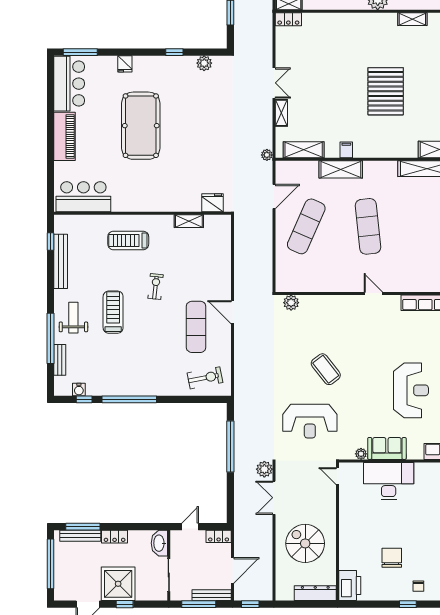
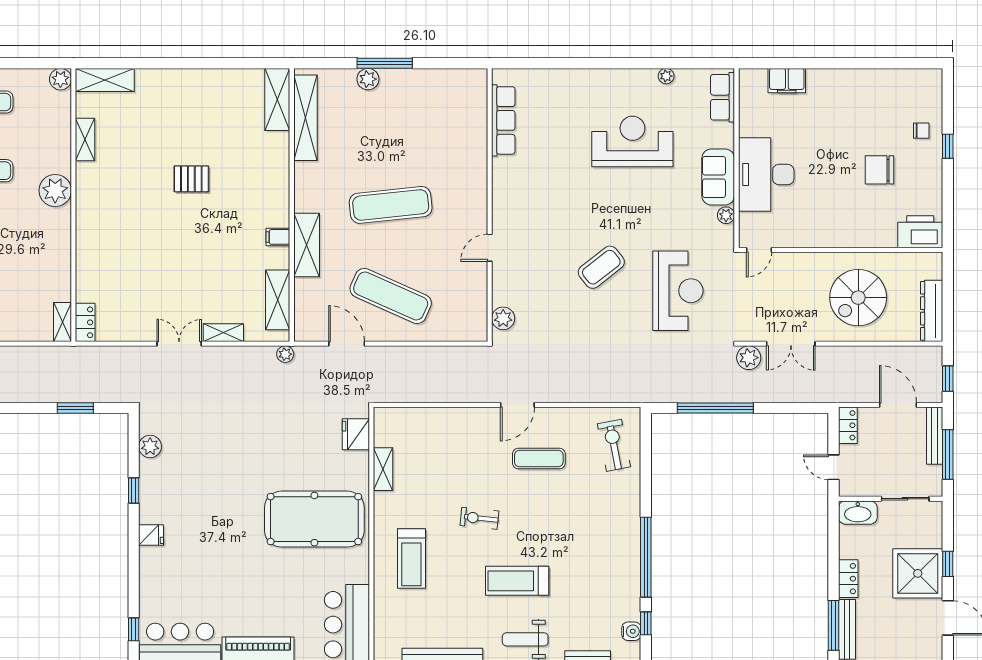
window: (80, 52) -> (134, 629), width x0.46
fridge: (125, 64) -> (151, 535), moved
pallet: (386, 91) -> (191, 179), width x0.49, depth x0.50
pool table: (141, 126) -> (314, 519), moved
door: (373, 293) -> (490, 248), moved
exercise mat: (196, 327) -> (539, 458), width x0.73, depth x0.69
dresser: (315, 593) -> (932, 311), moved

